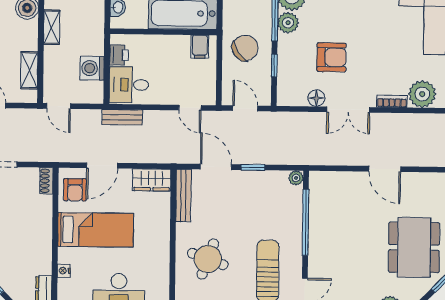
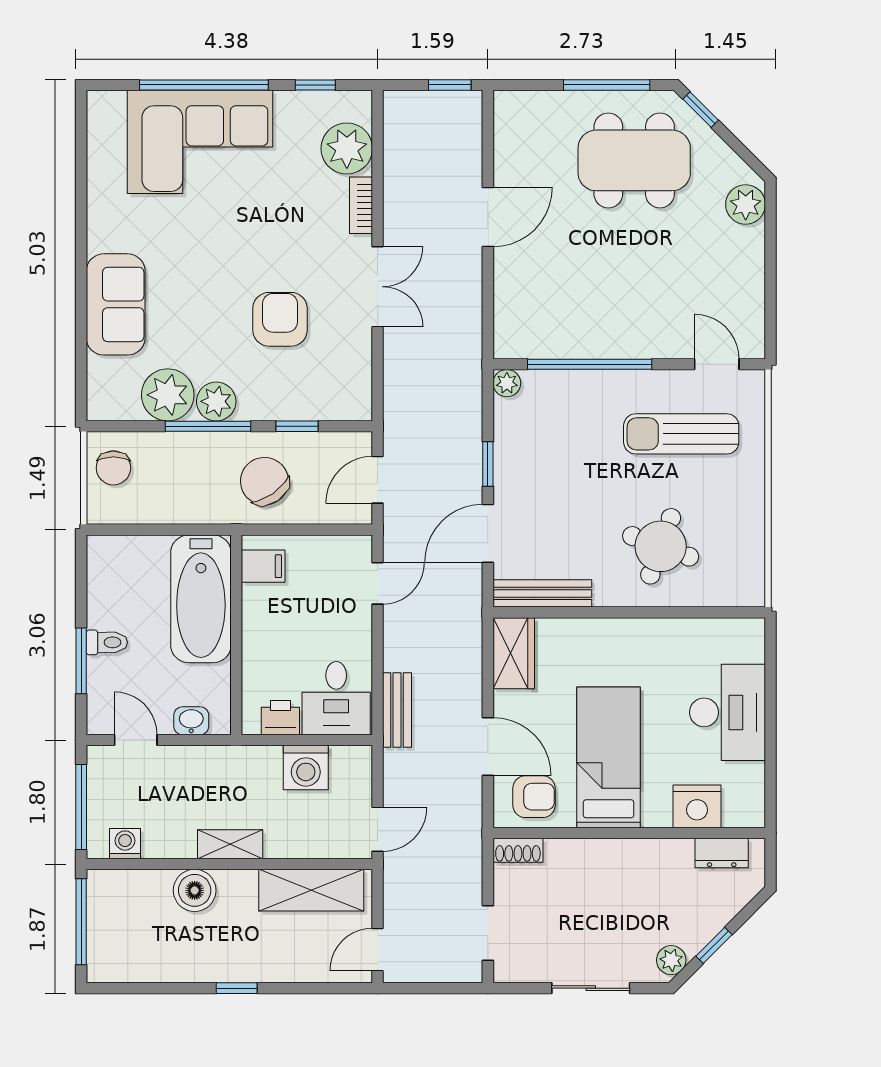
shelving: (29, 70) -> (311, 890), width x1.50, depth x1.33
floor lamp: (316, 98) -> (357, 347), removed
nightstand: (64, 271) -> (697, 806), width x1.89, depth x1.79

